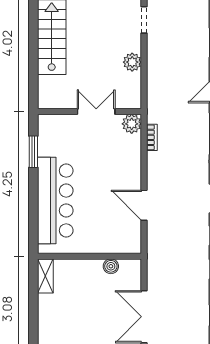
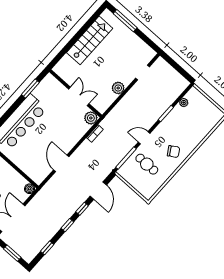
boiler: (111, 266) -> (30, 189), moved

